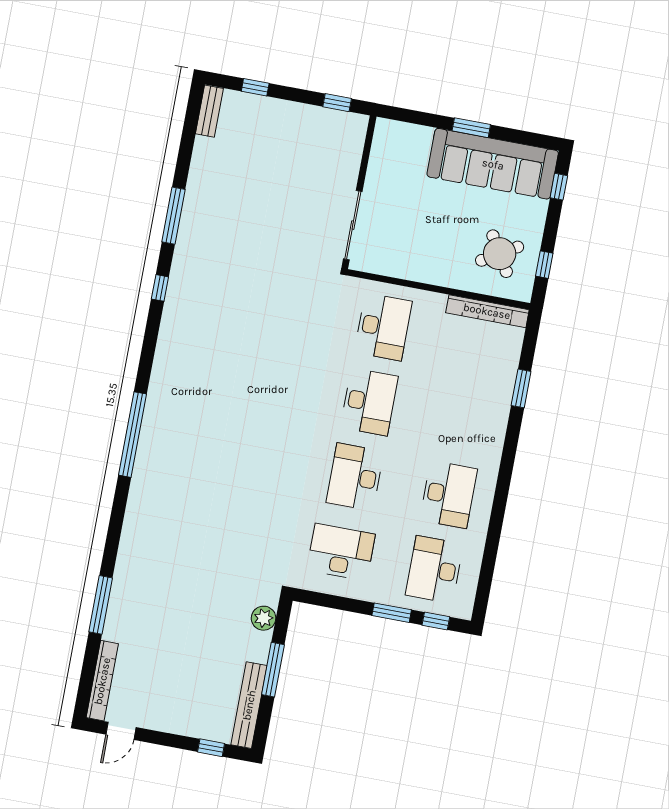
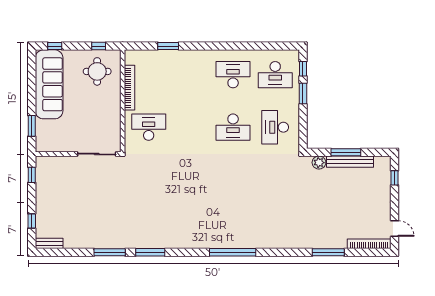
window: (471, 128) -> (32, 126), moved
round table: (500, 254) -> (97, 71), turned 31
window: (160, 288) -> (150, 252), width x2.17
bookcase: (487, 311) -> (130, 88), moved
desk: (369, 402) -> (191, 127), removed
bench: (249, 705) -> (350, 162), moved

